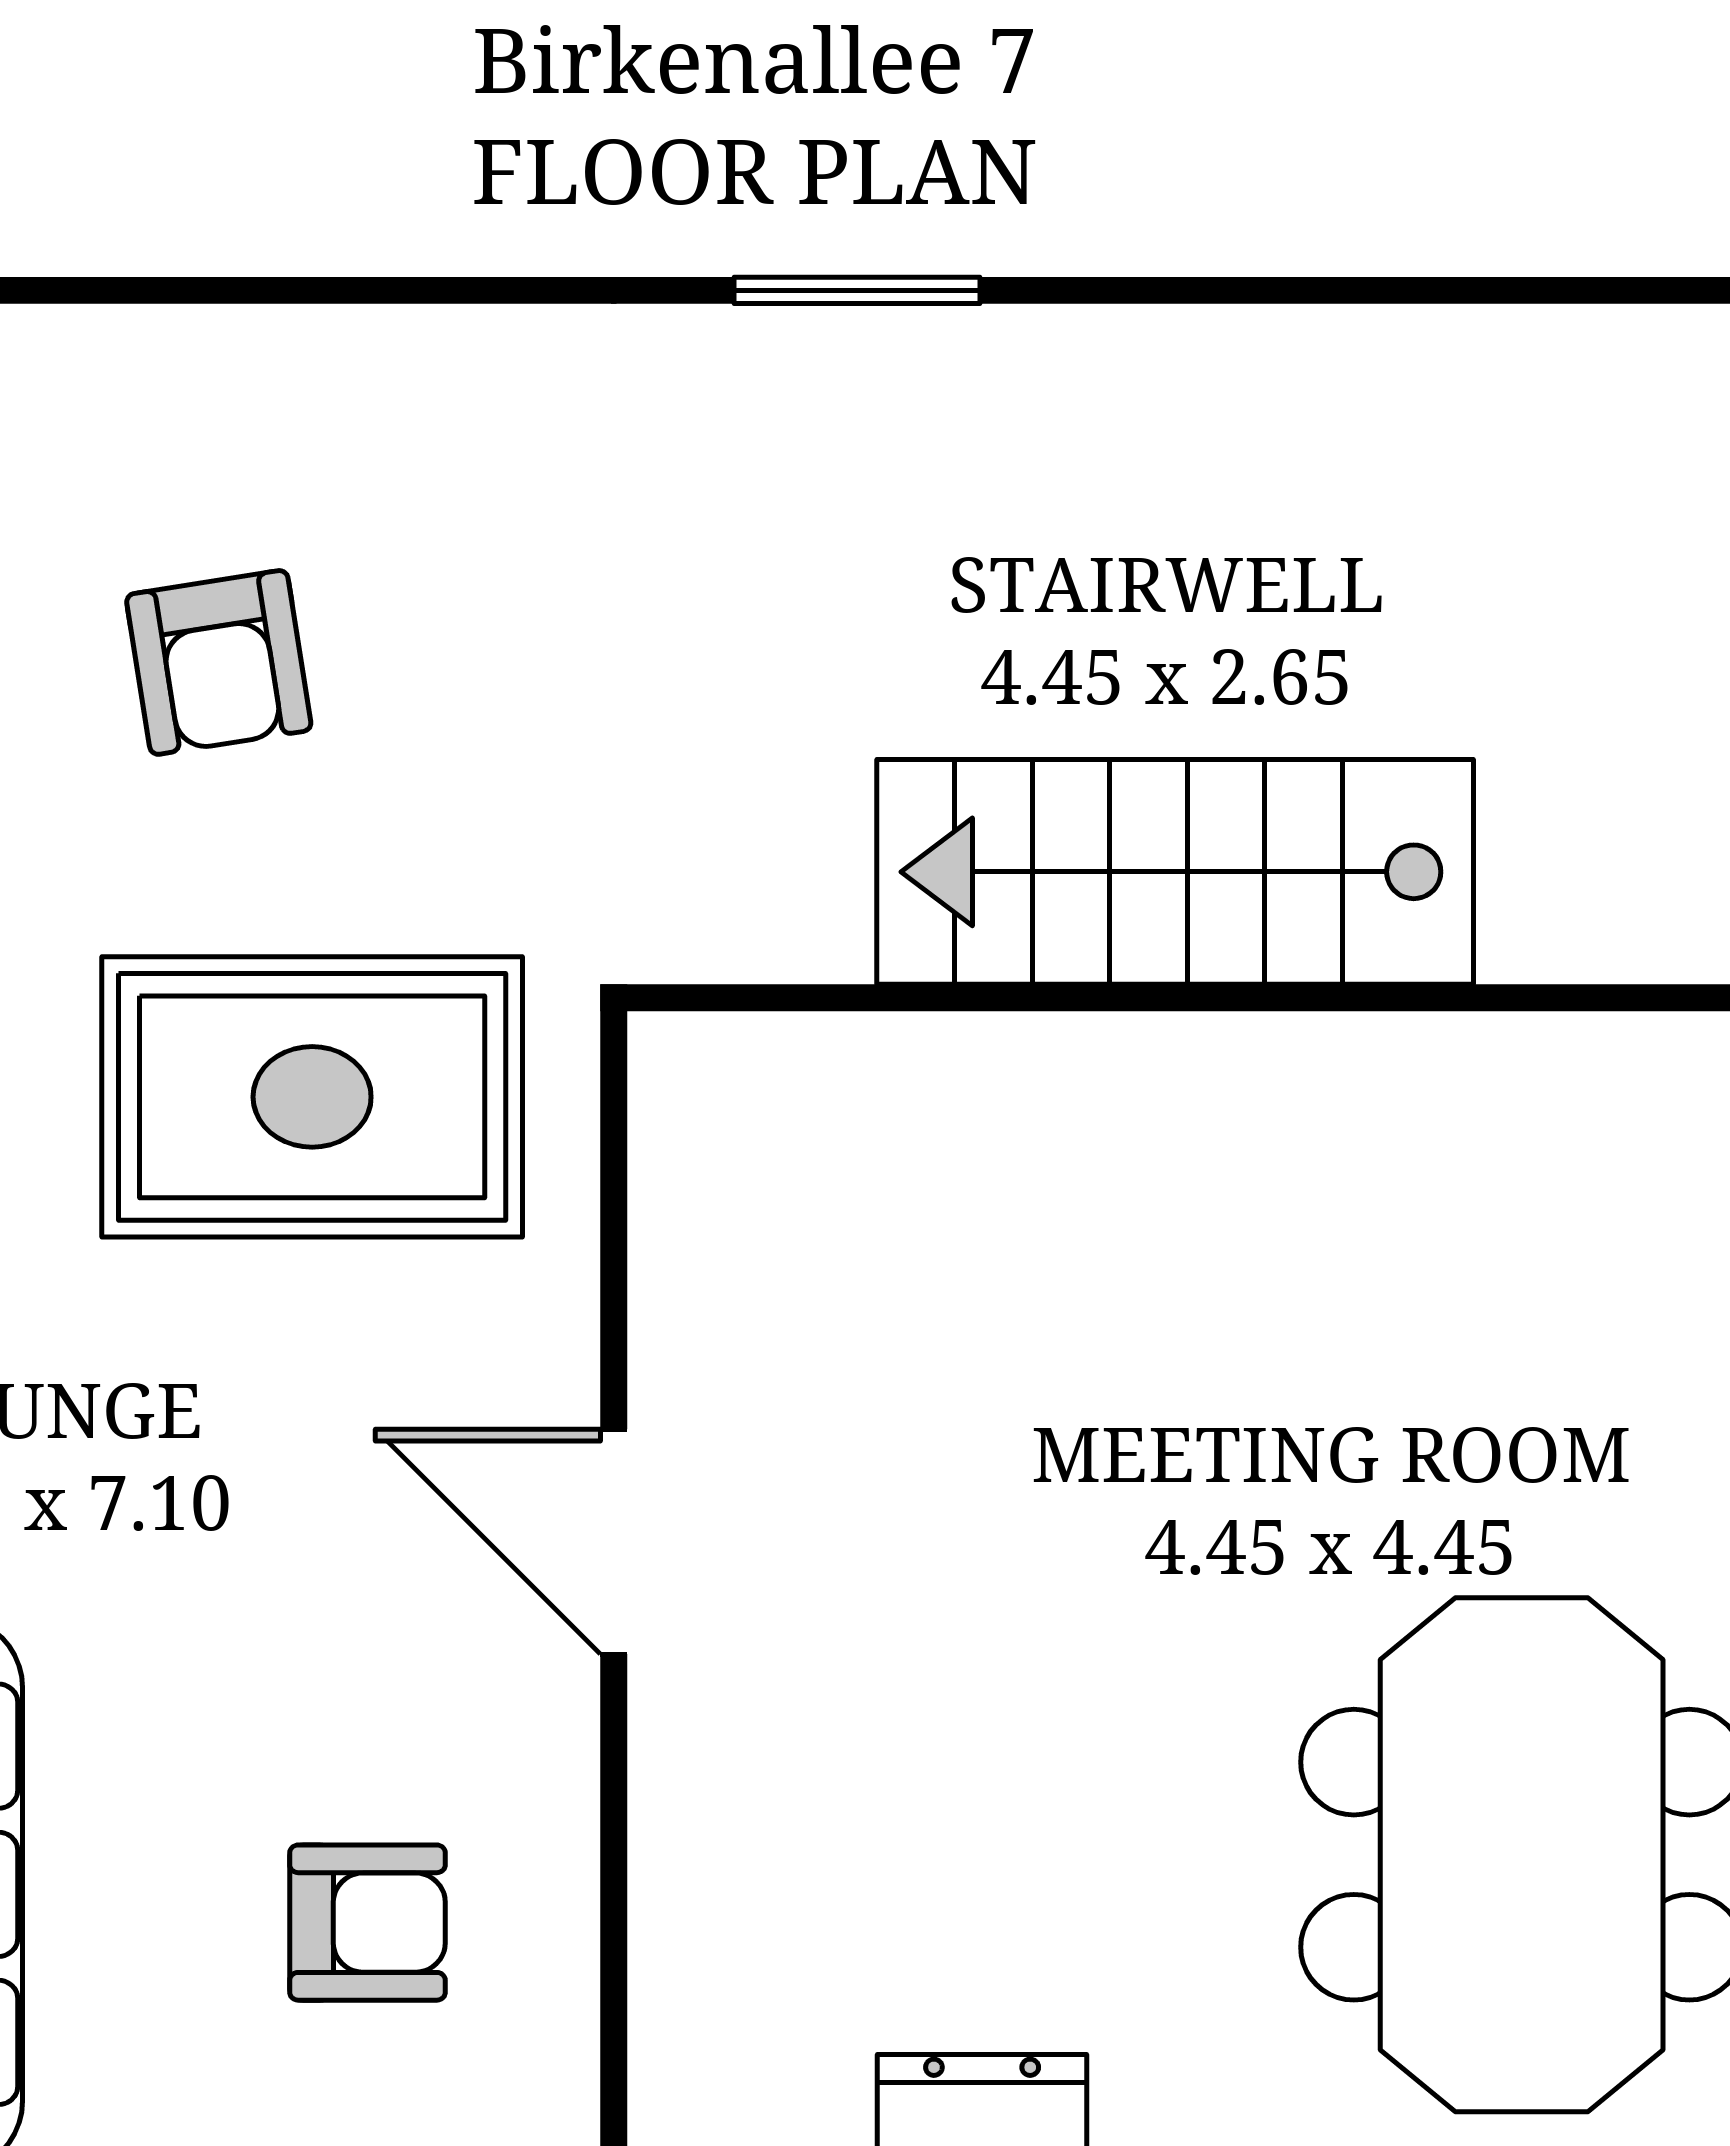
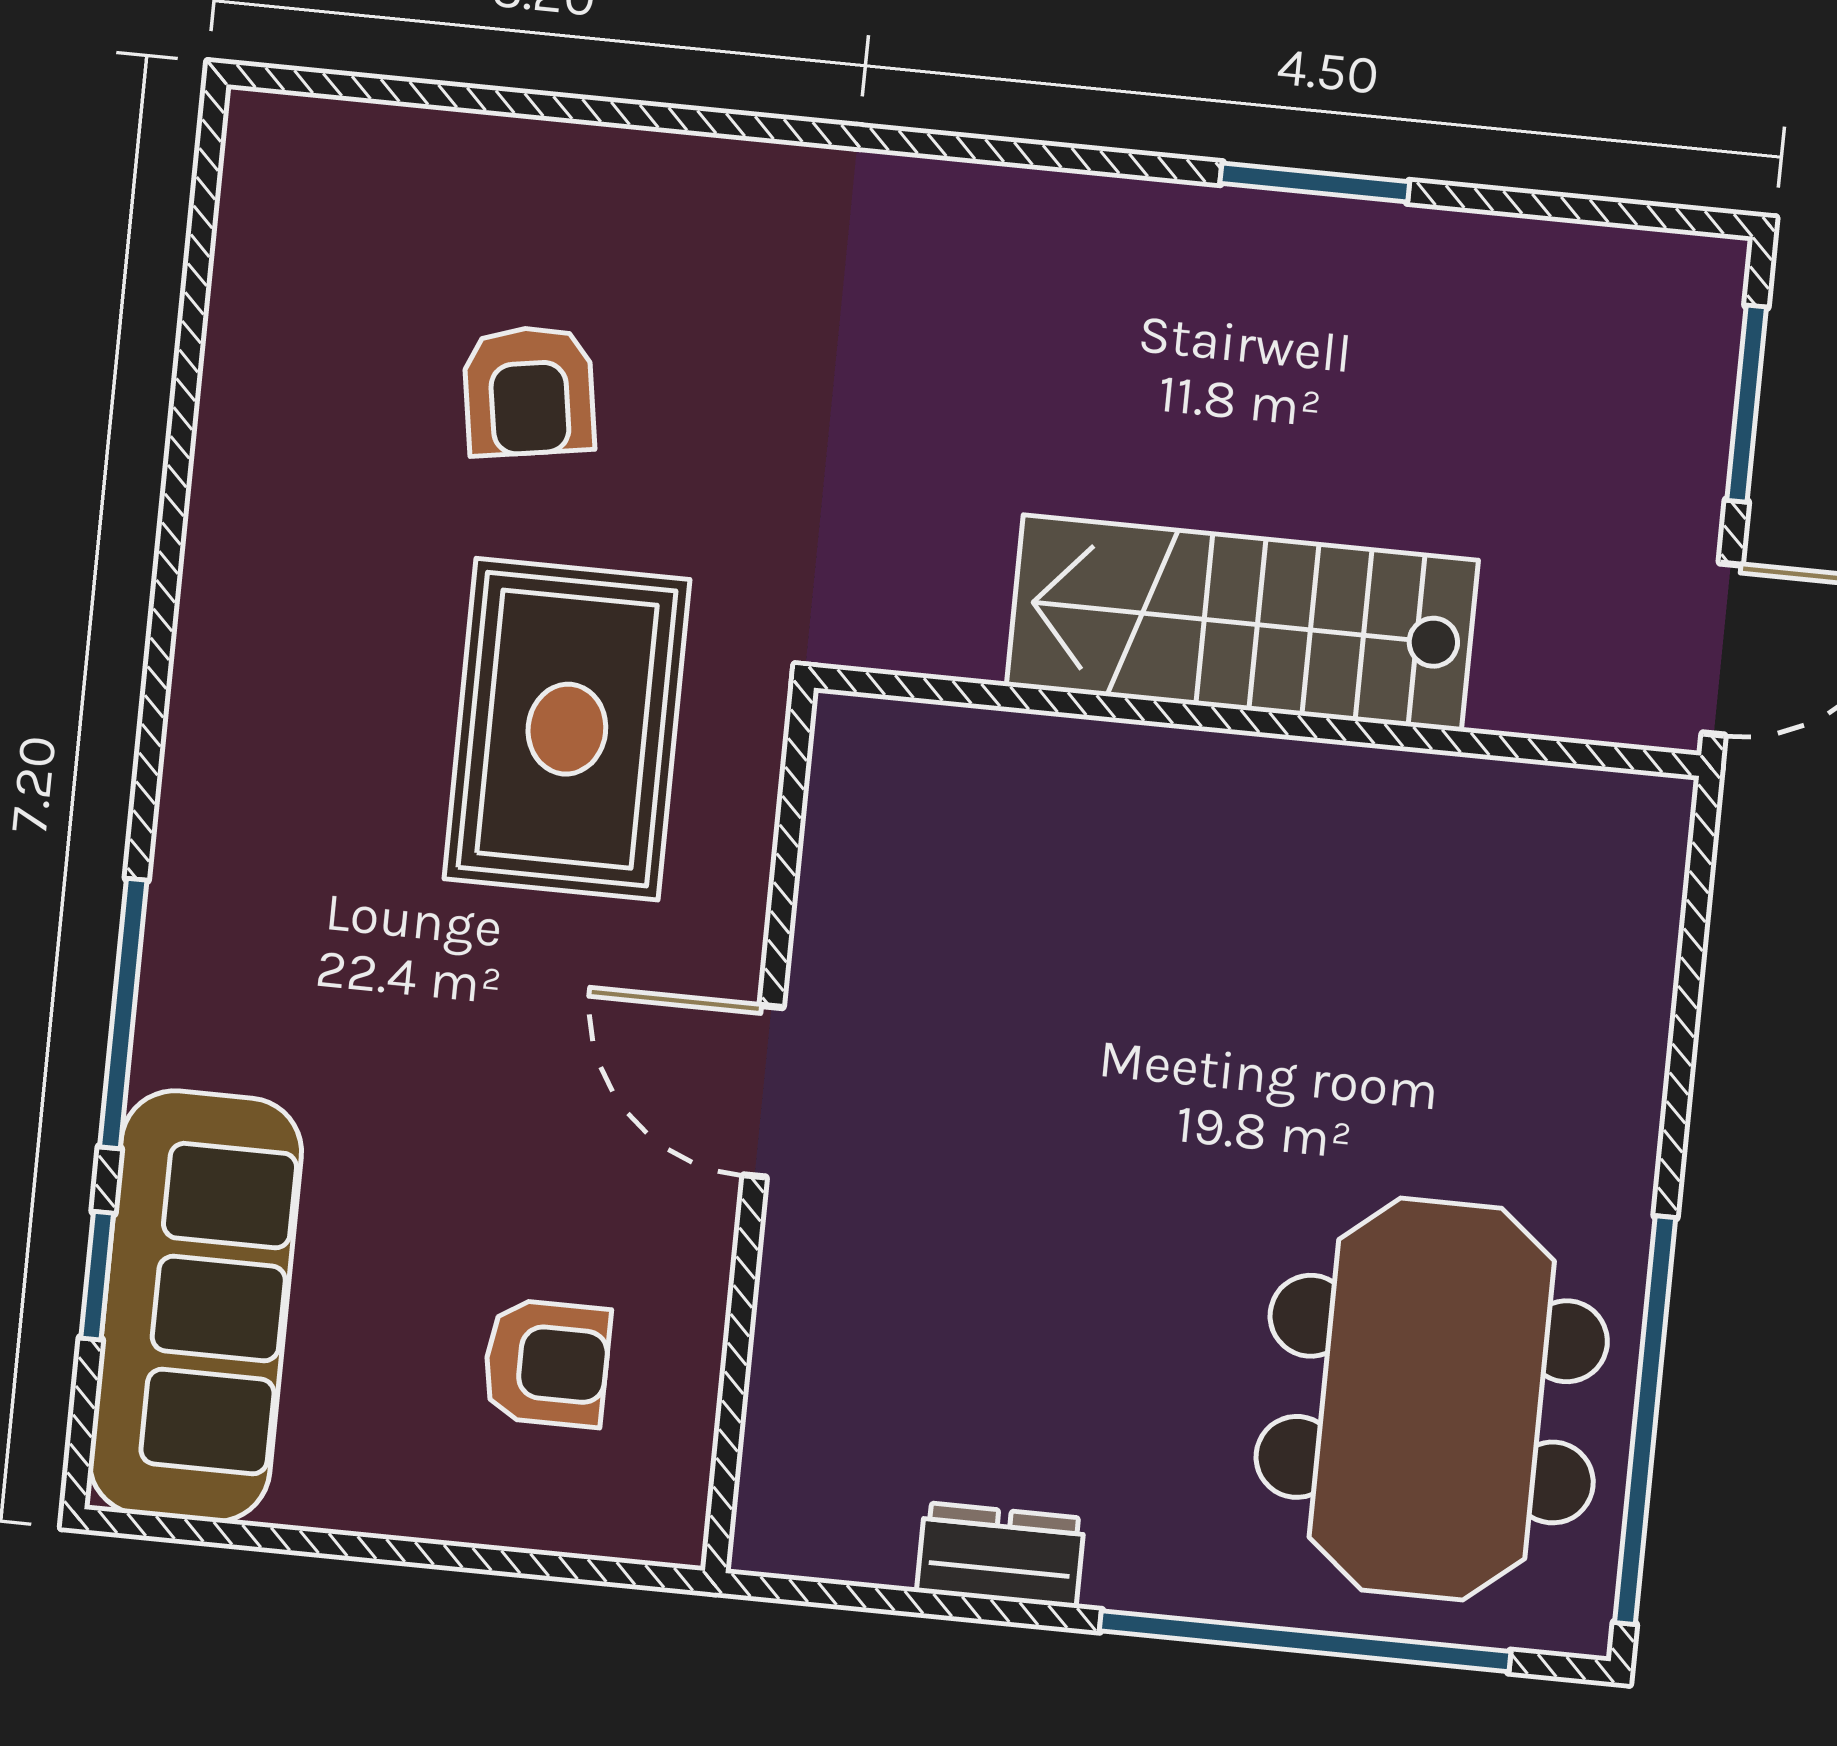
window: (857, 290) -> (1315, 183), moved
rug: (312, 1097) -> (567, 729), turned 90

